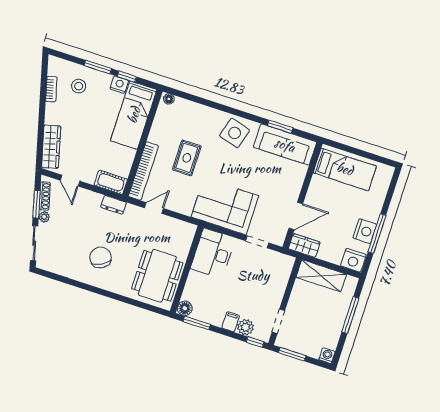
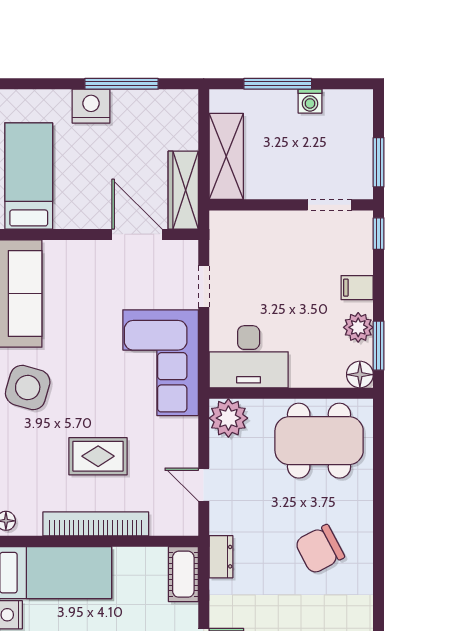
bookcase: (143, 171) -> (96, 524), moved
nightstand: (365, 231) -> (91, 106), moved
plant: (184, 232) -> (228, 418), added
wardrobe: (304, 245) -> (183, 190), width x1.50
nightstand: (353, 260) -> (181, 109), removed
plant: (246, 327) -> (358, 327), moved
washing machine: (327, 356) -> (310, 101), moved, turned -90

